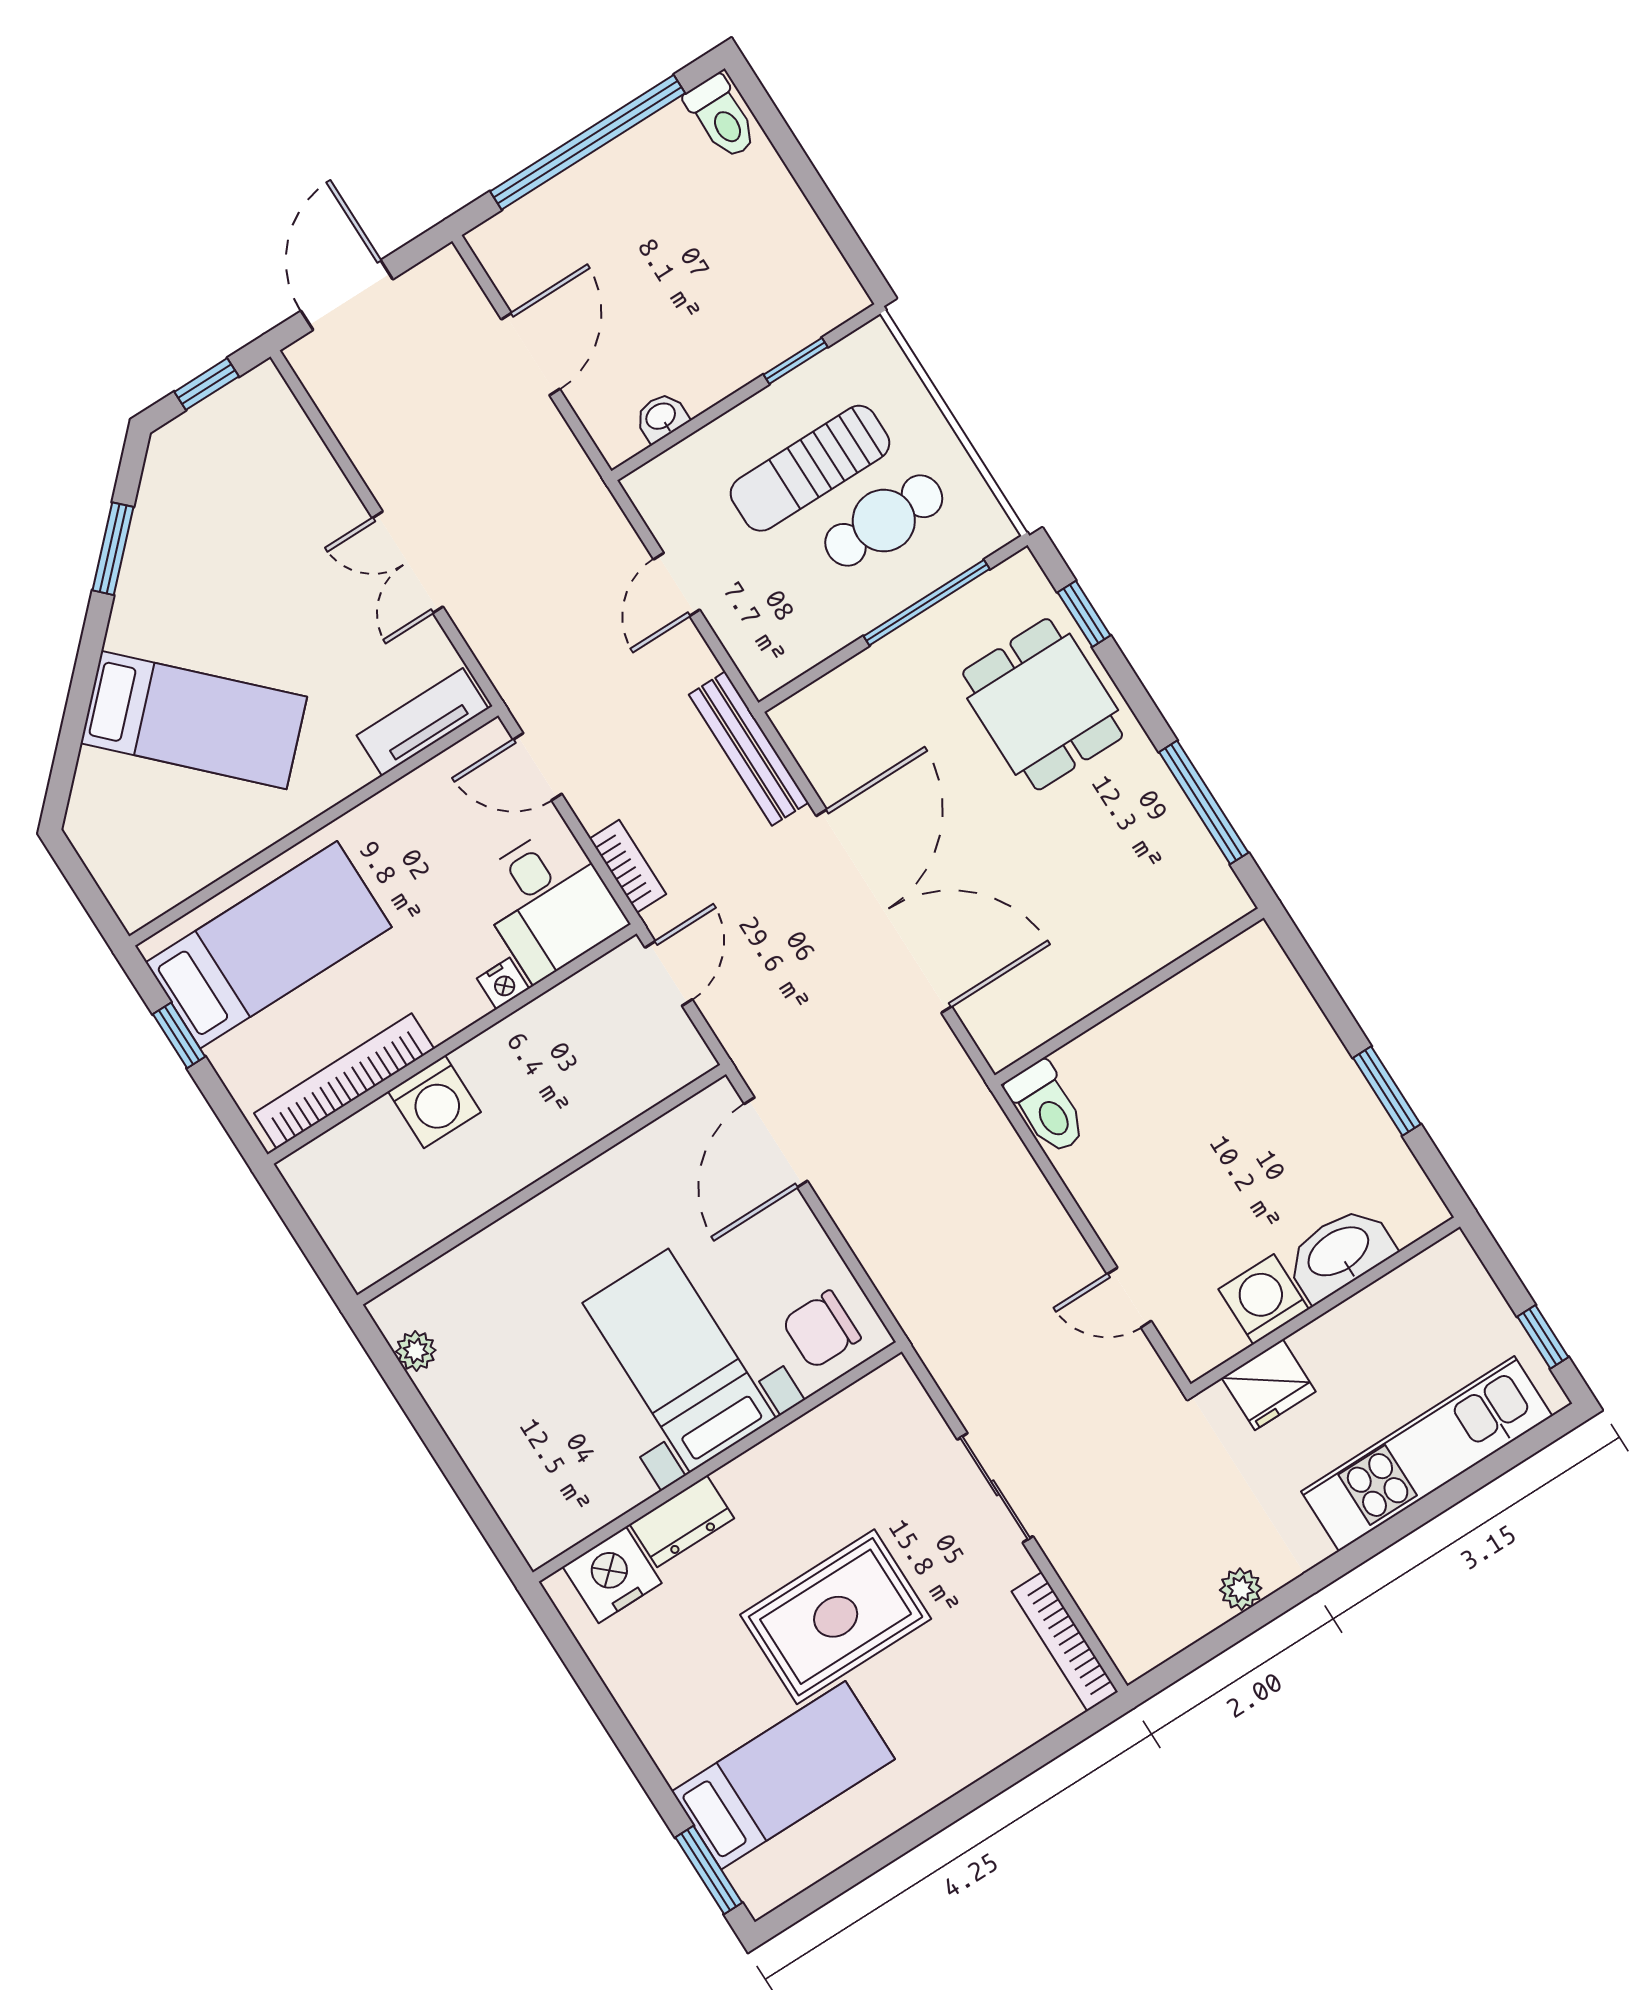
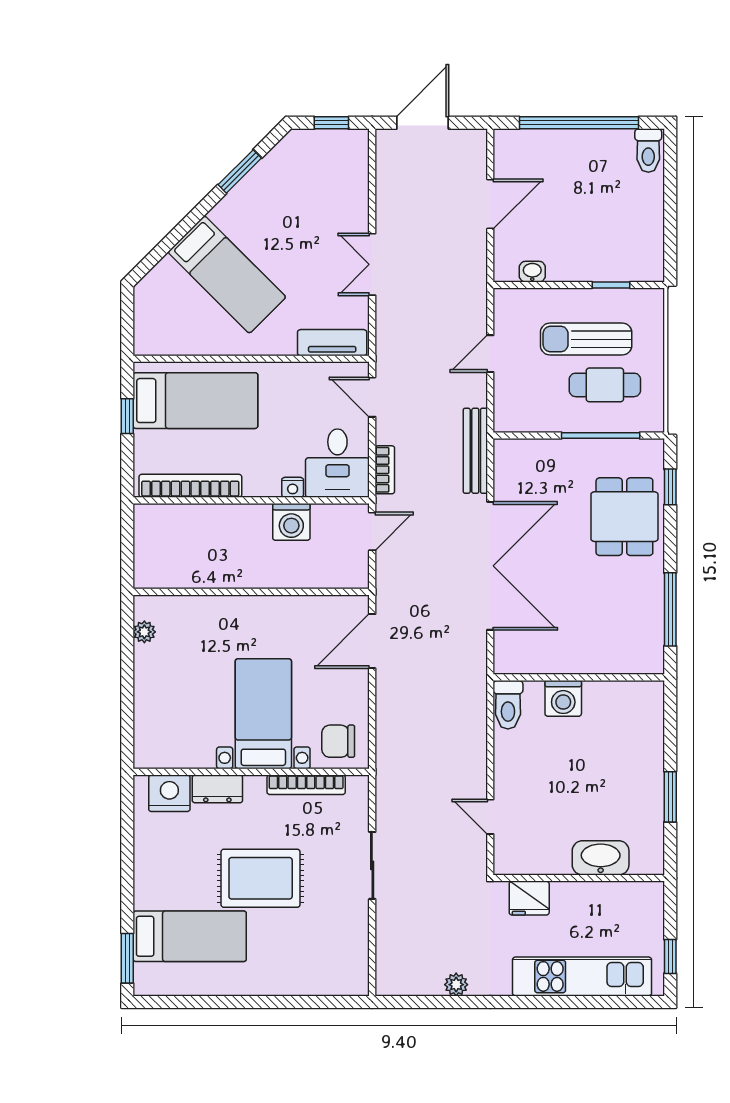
washing machine: (434, 1102) -> (291, 522), moved
washing machine: (1264, 1299) -> (563, 698), moved, turned 180
bookcase: (1065, 1642) -> (306, 785), moved, turned -90

